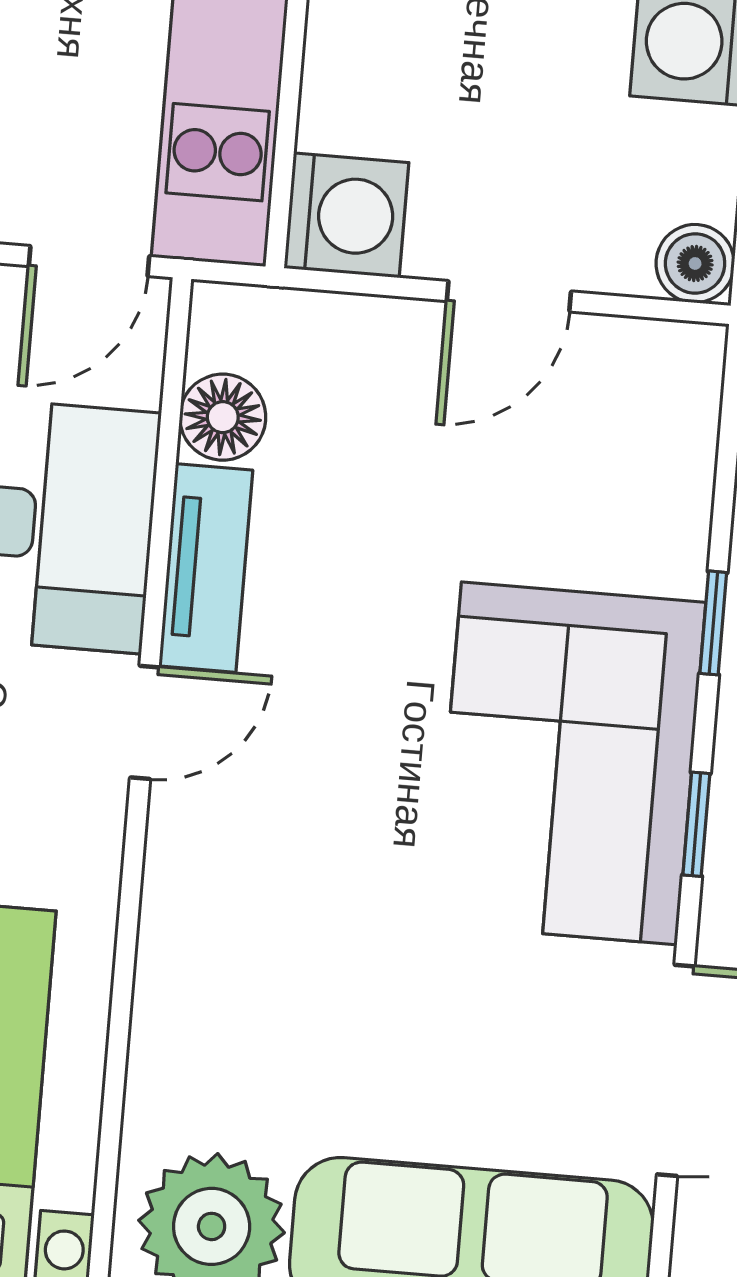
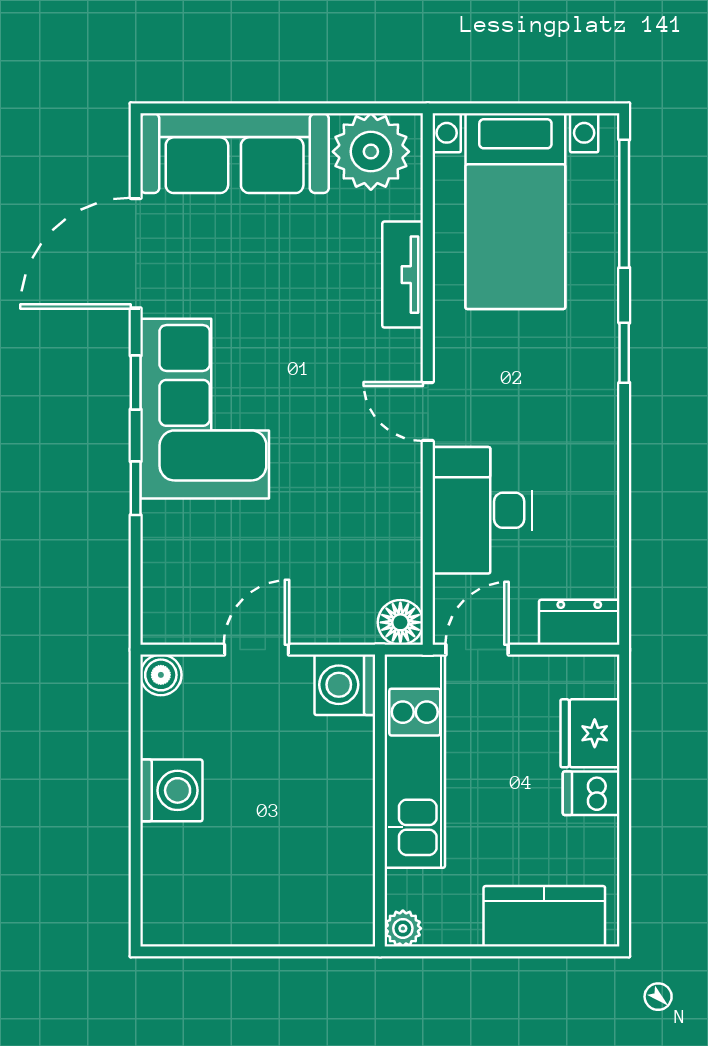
floor lamp: (223, 417) -> (400, 622), moved
tv unit: (206, 568) -> (403, 275), moved
door: (145, 722) -> (428, 411), hinge flipped

